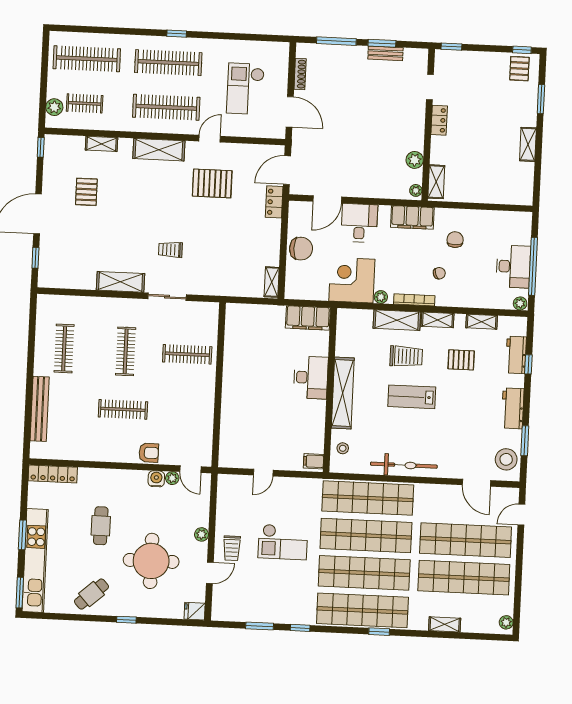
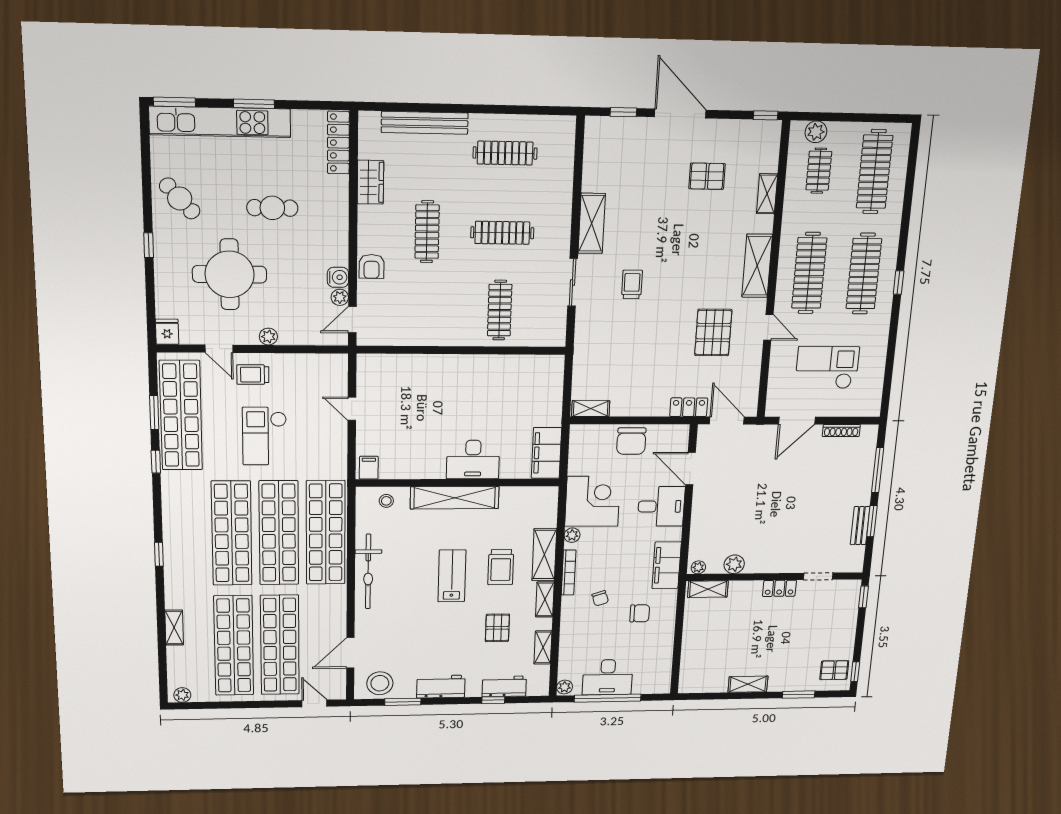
wardrobe: (83, 451) -> (370, 182), added
shop shelf: (362, 610) -> (181, 415), moved

